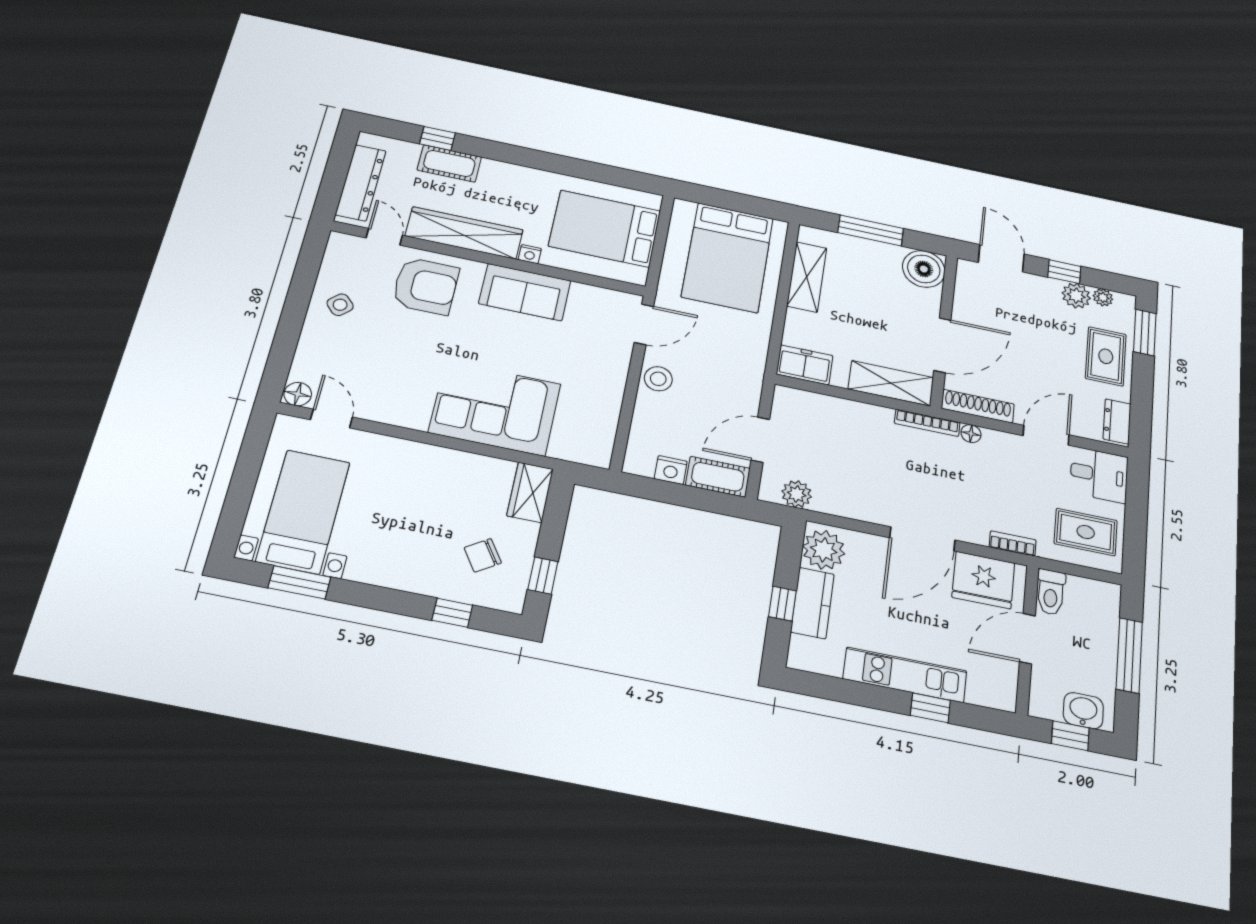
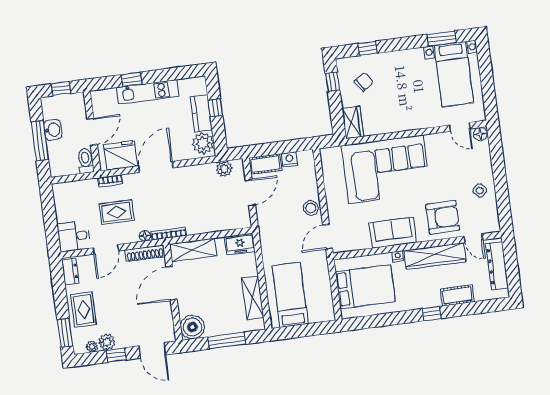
window: (437, 138) -> (431, 314), moved
bed: (728, 257) -> (290, 295), width x0.67
armchair: (425, 286) -> (443, 217), turned 180
corner sofa: (495, 408) -> (386, 169), width x1.36, depth x1.36
rug: (1086, 532) -> (117, 212), moved
washbasin: (1083, 711) -> (53, 130), moved, turned -90

